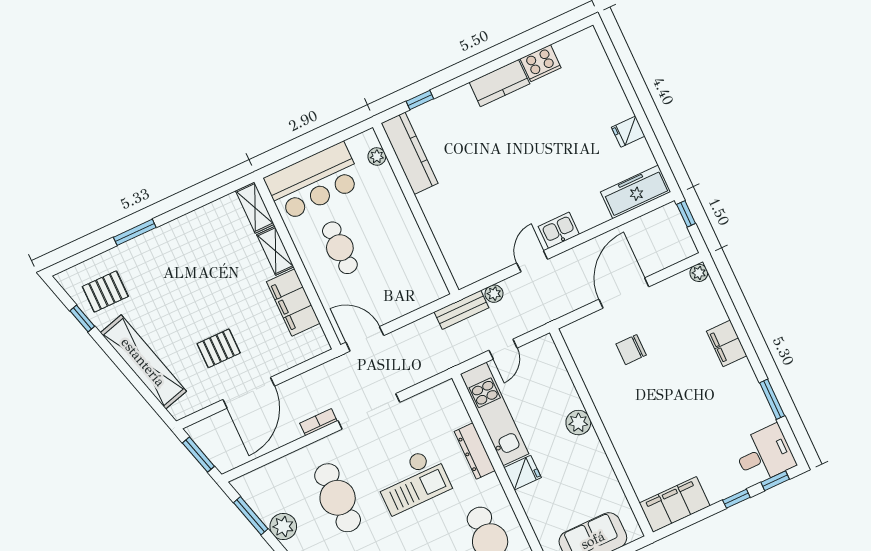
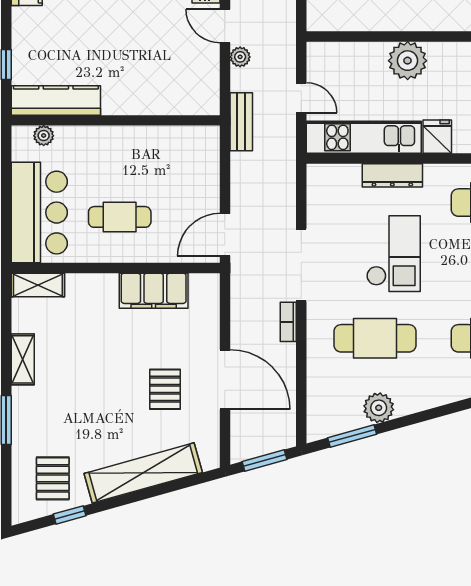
shelving: (275, 251) -> (23, 359), moved, turned 90
plant: (494, 294) -> (240, 57), moved
plant: (578, 423) -> (408, 61), width x1.36, depth x1.36

